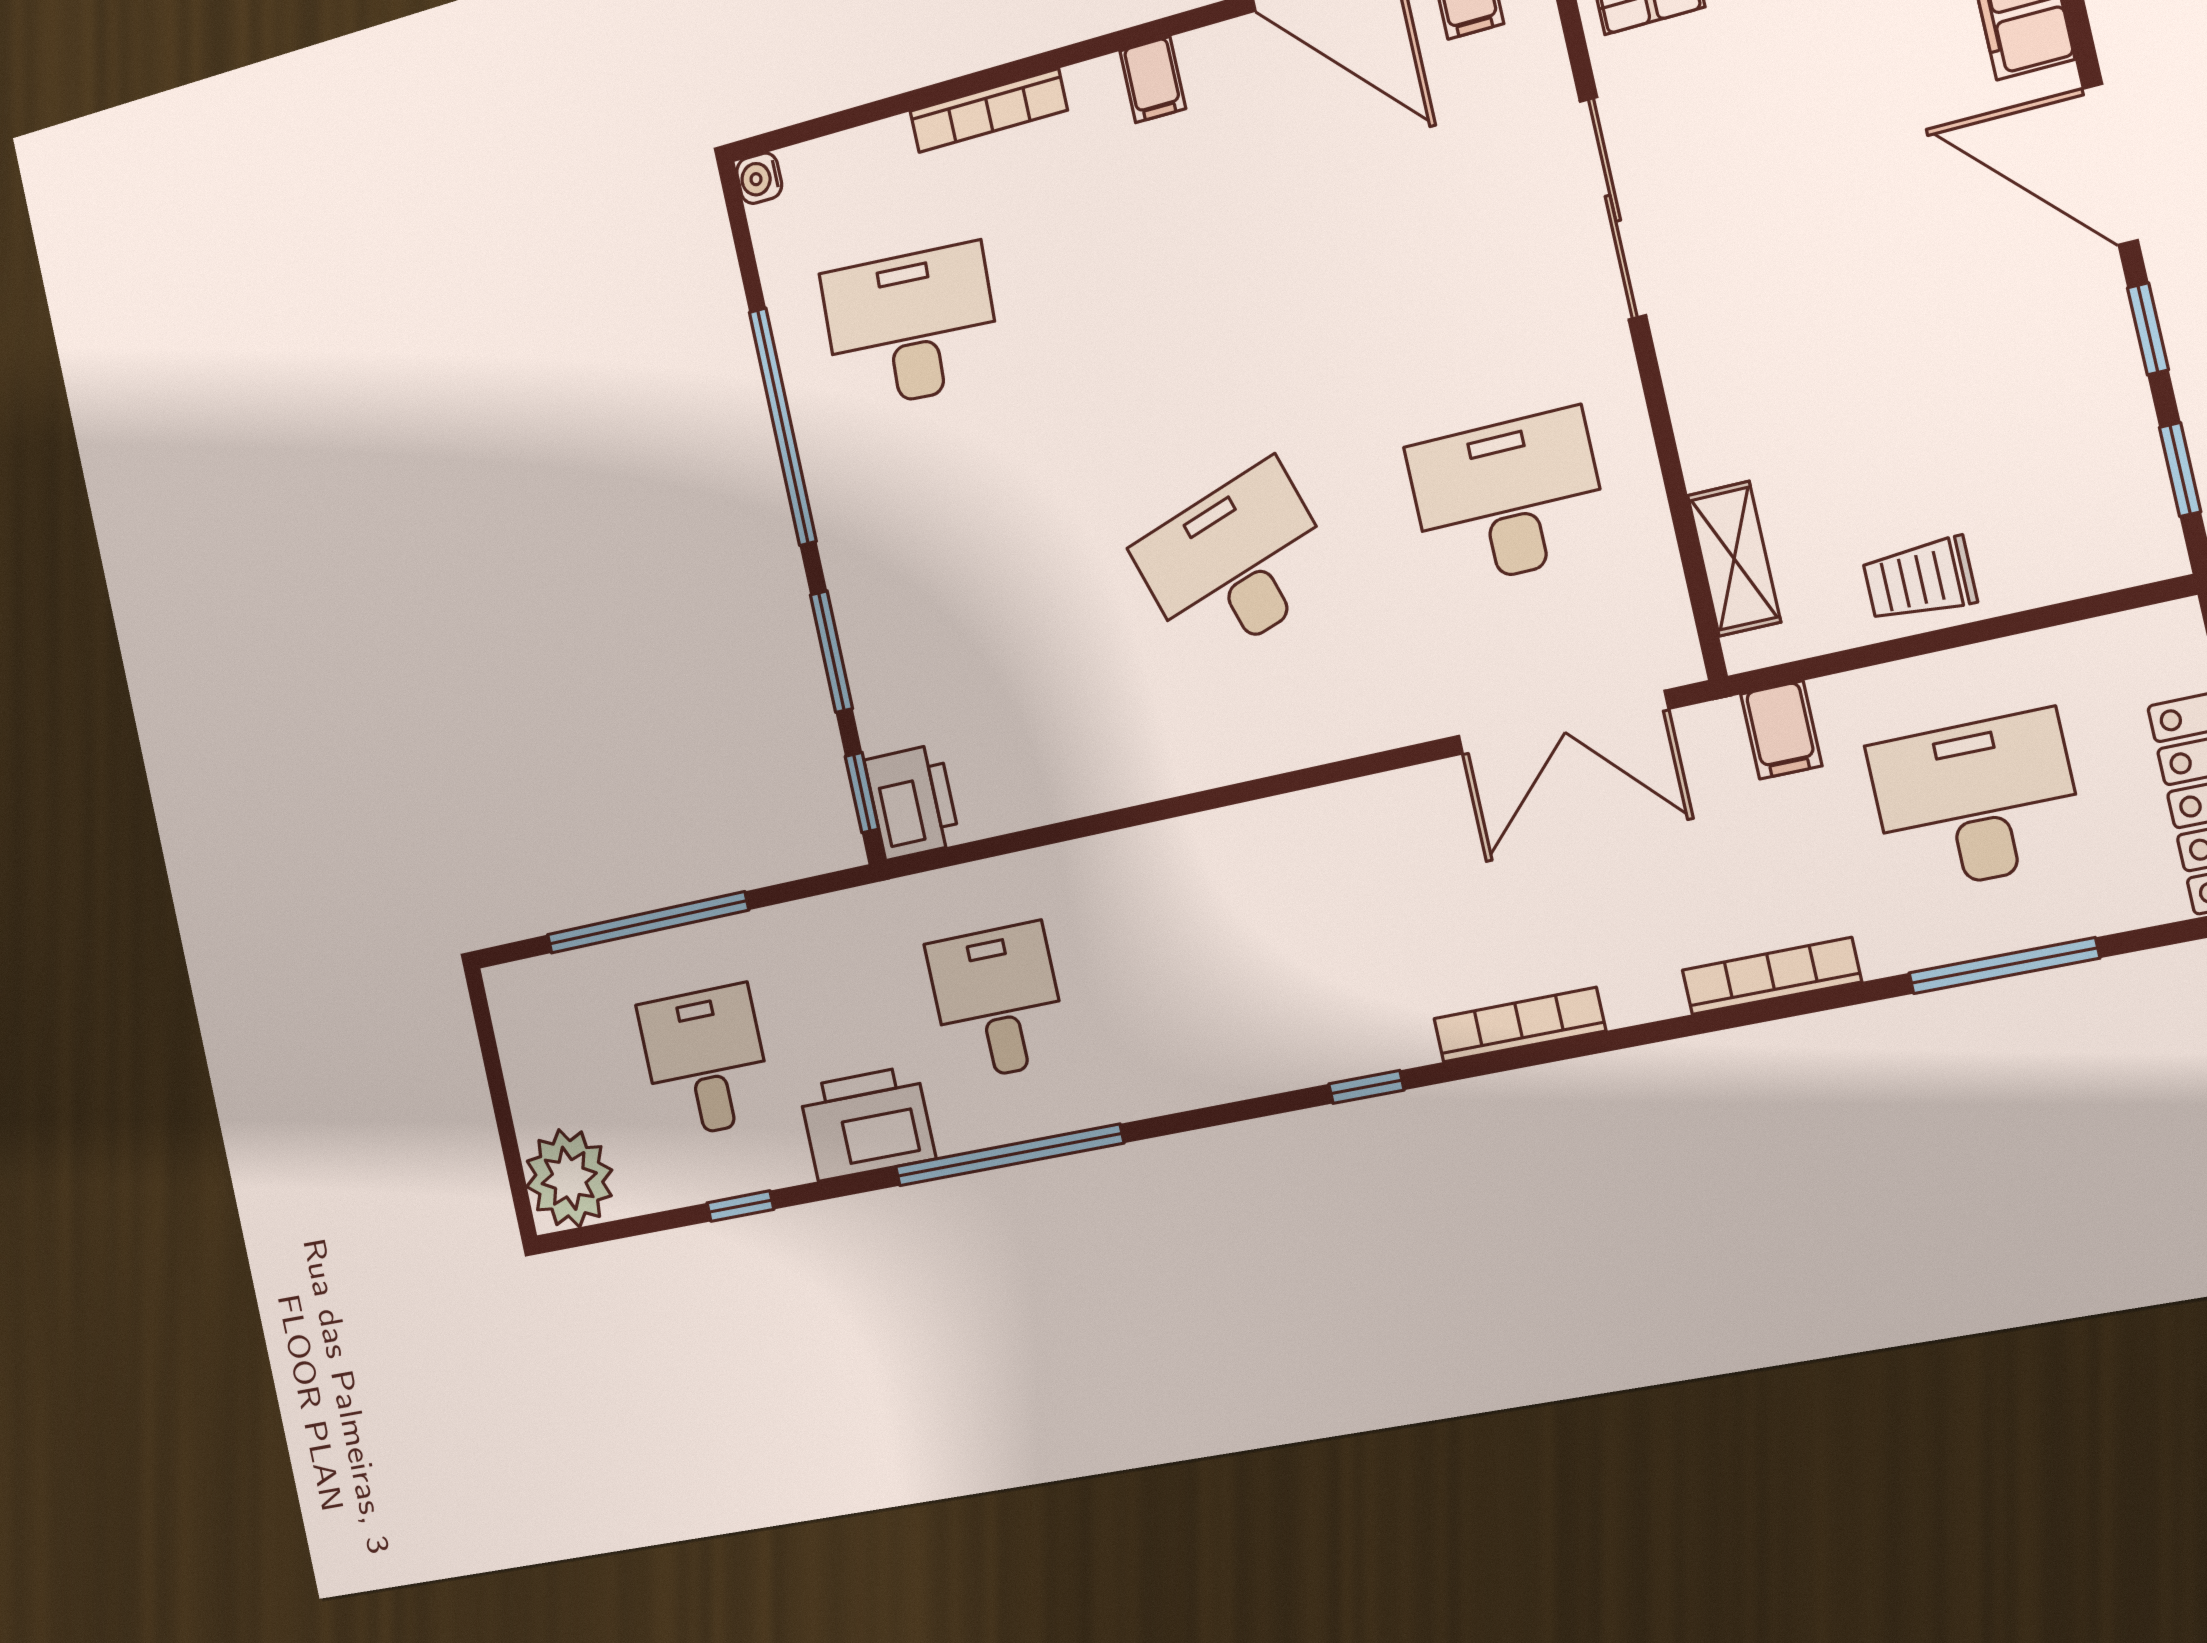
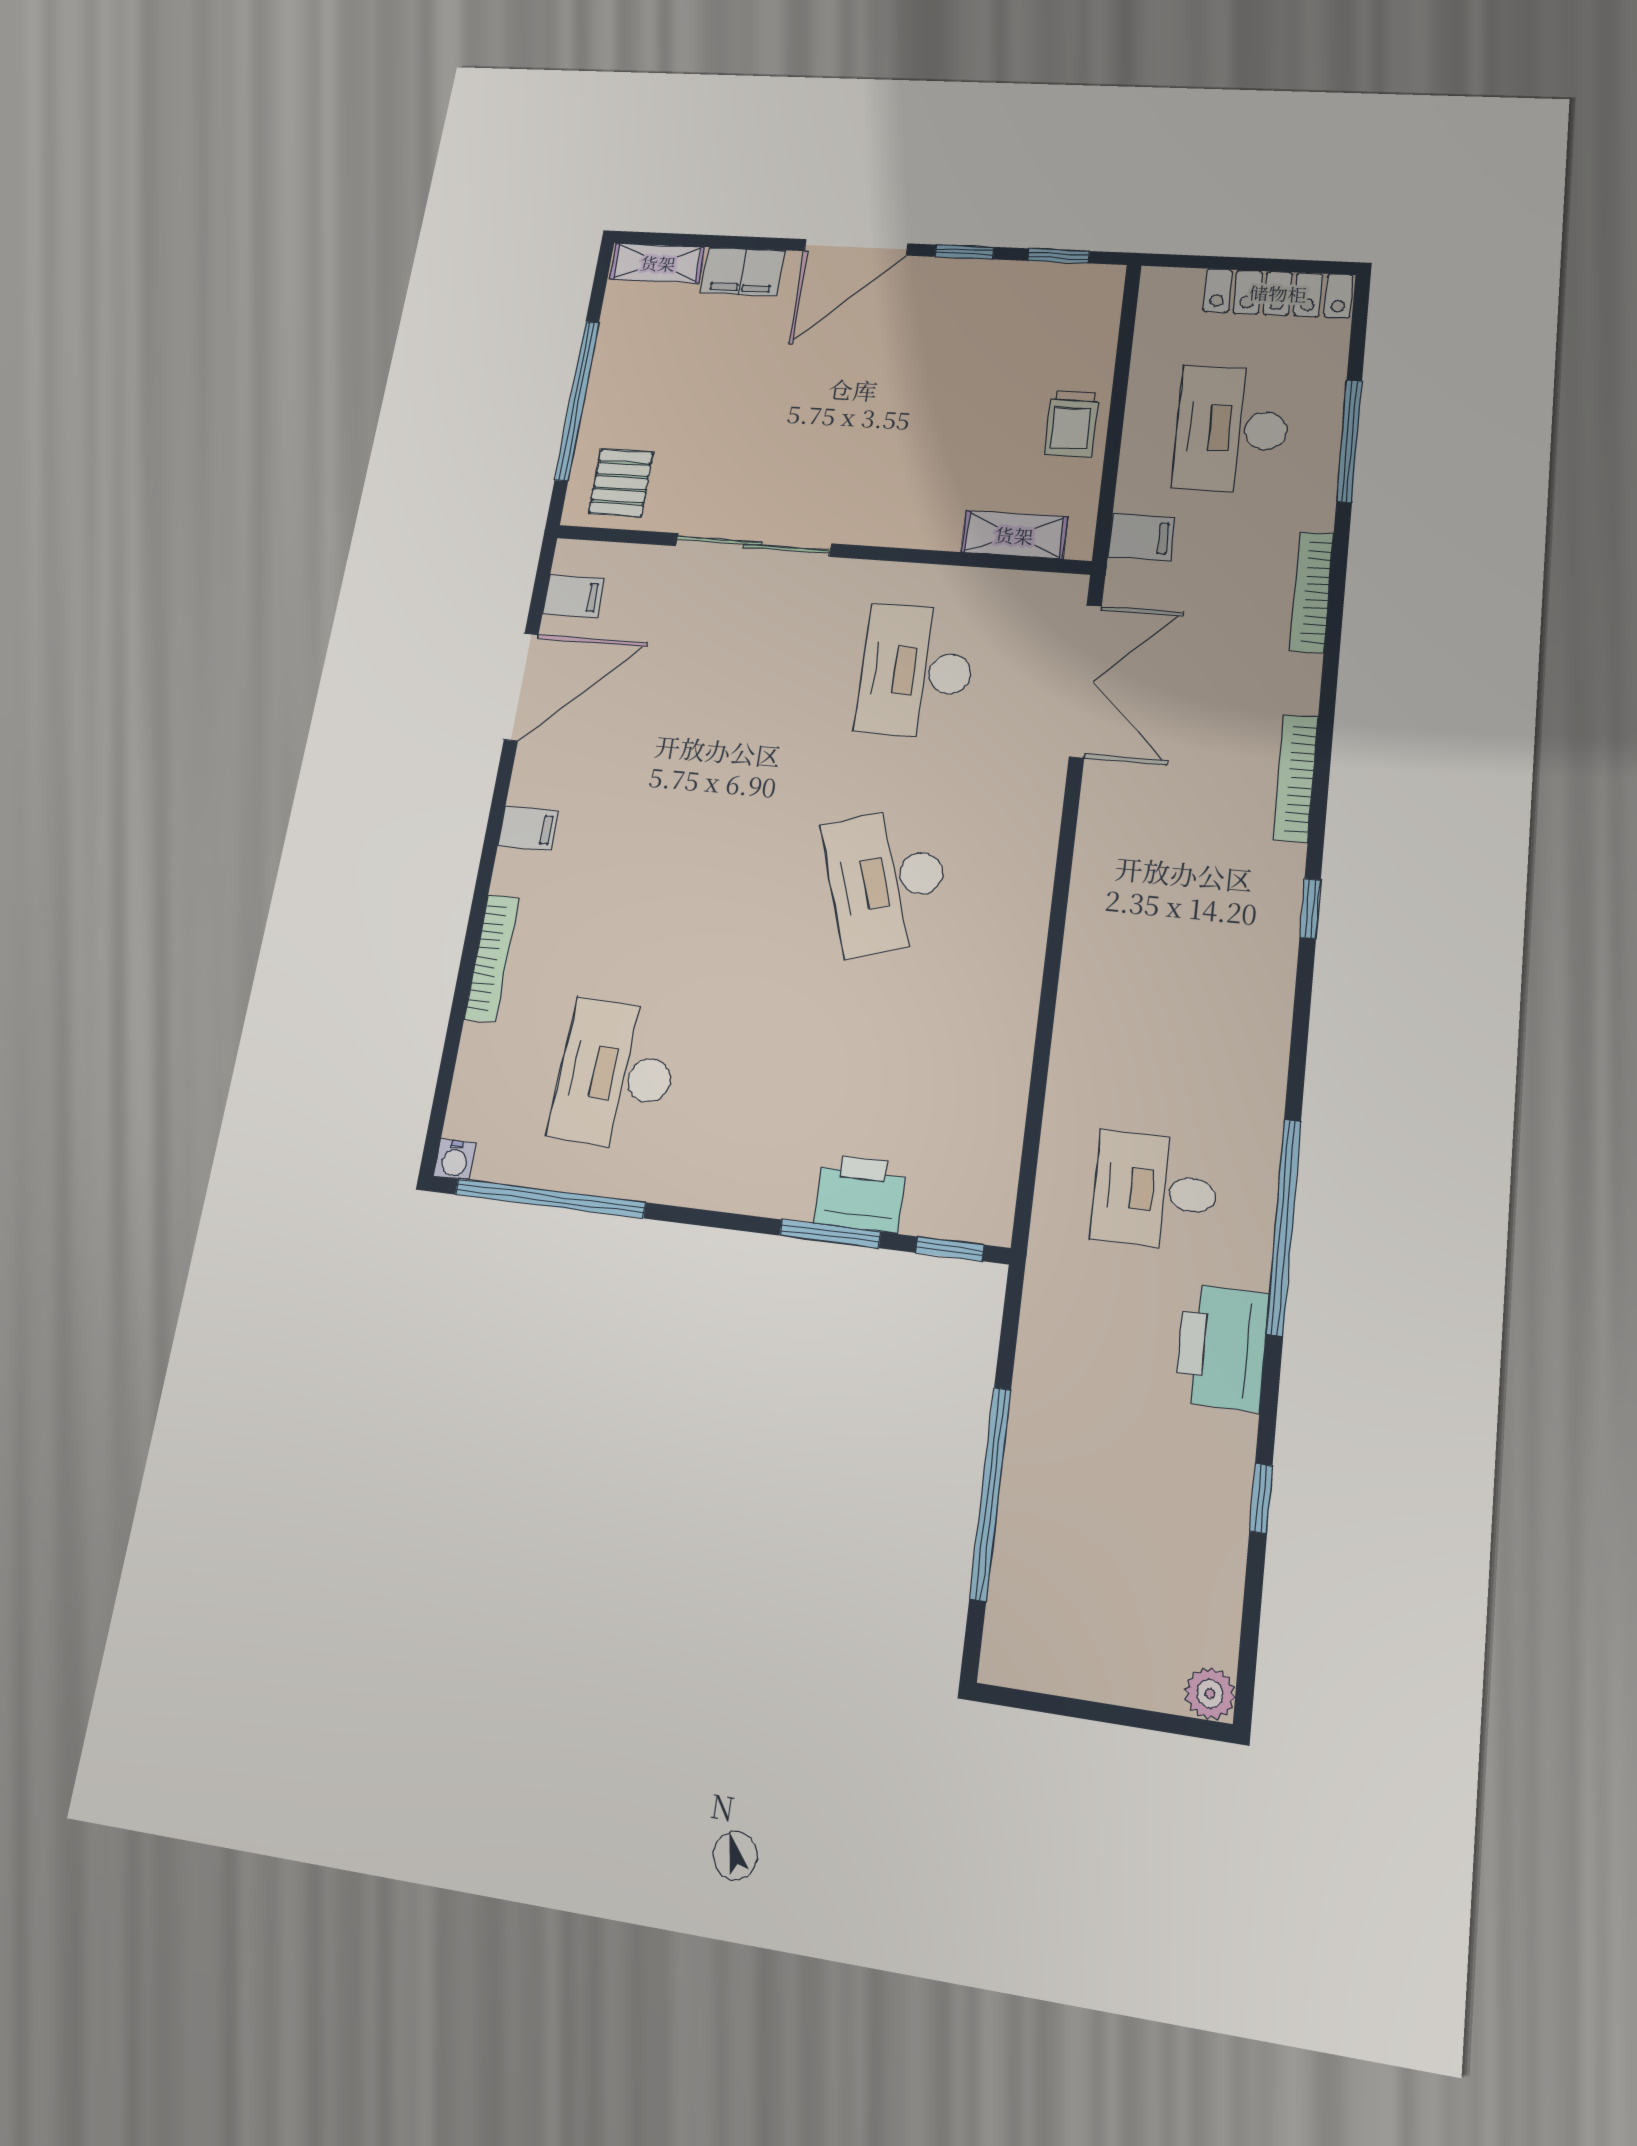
window: (783, 427) -> (550, 1198), moved
printer: (912, 802) -> (860, 1193), moved
desk: (706, 1061) -> (1126, 1483), removed
plant: (569, 1178) -> (1210, 1693), width x0.53, depth x0.53

